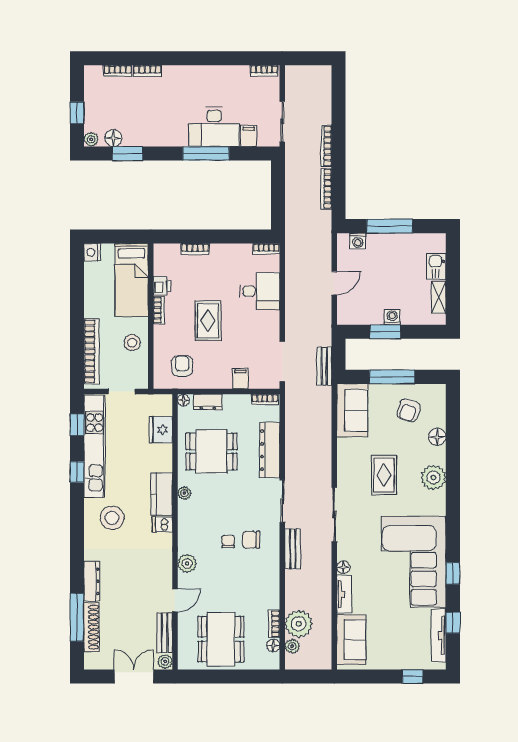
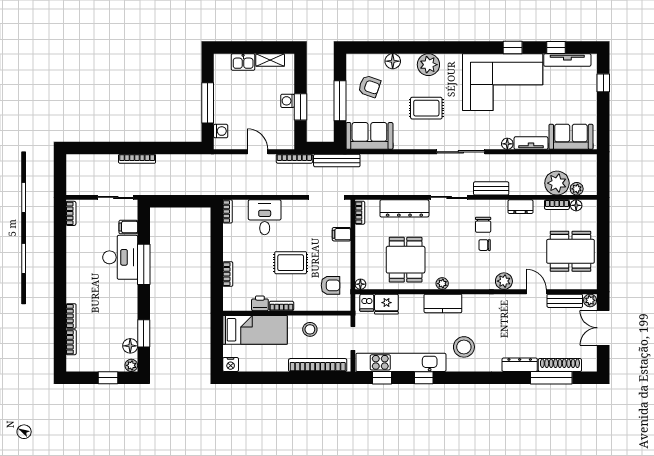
bookcase: (326, 189) -> (294, 159), moved
armchair: (182, 366) -> (330, 285), turned 180
bench: (324, 366) -> (337, 160), width x1.36
dresser: (208, 402) -> (520, 207), moved, turned 90
dishwasher: (162, 524) -> (367, 303), moved

